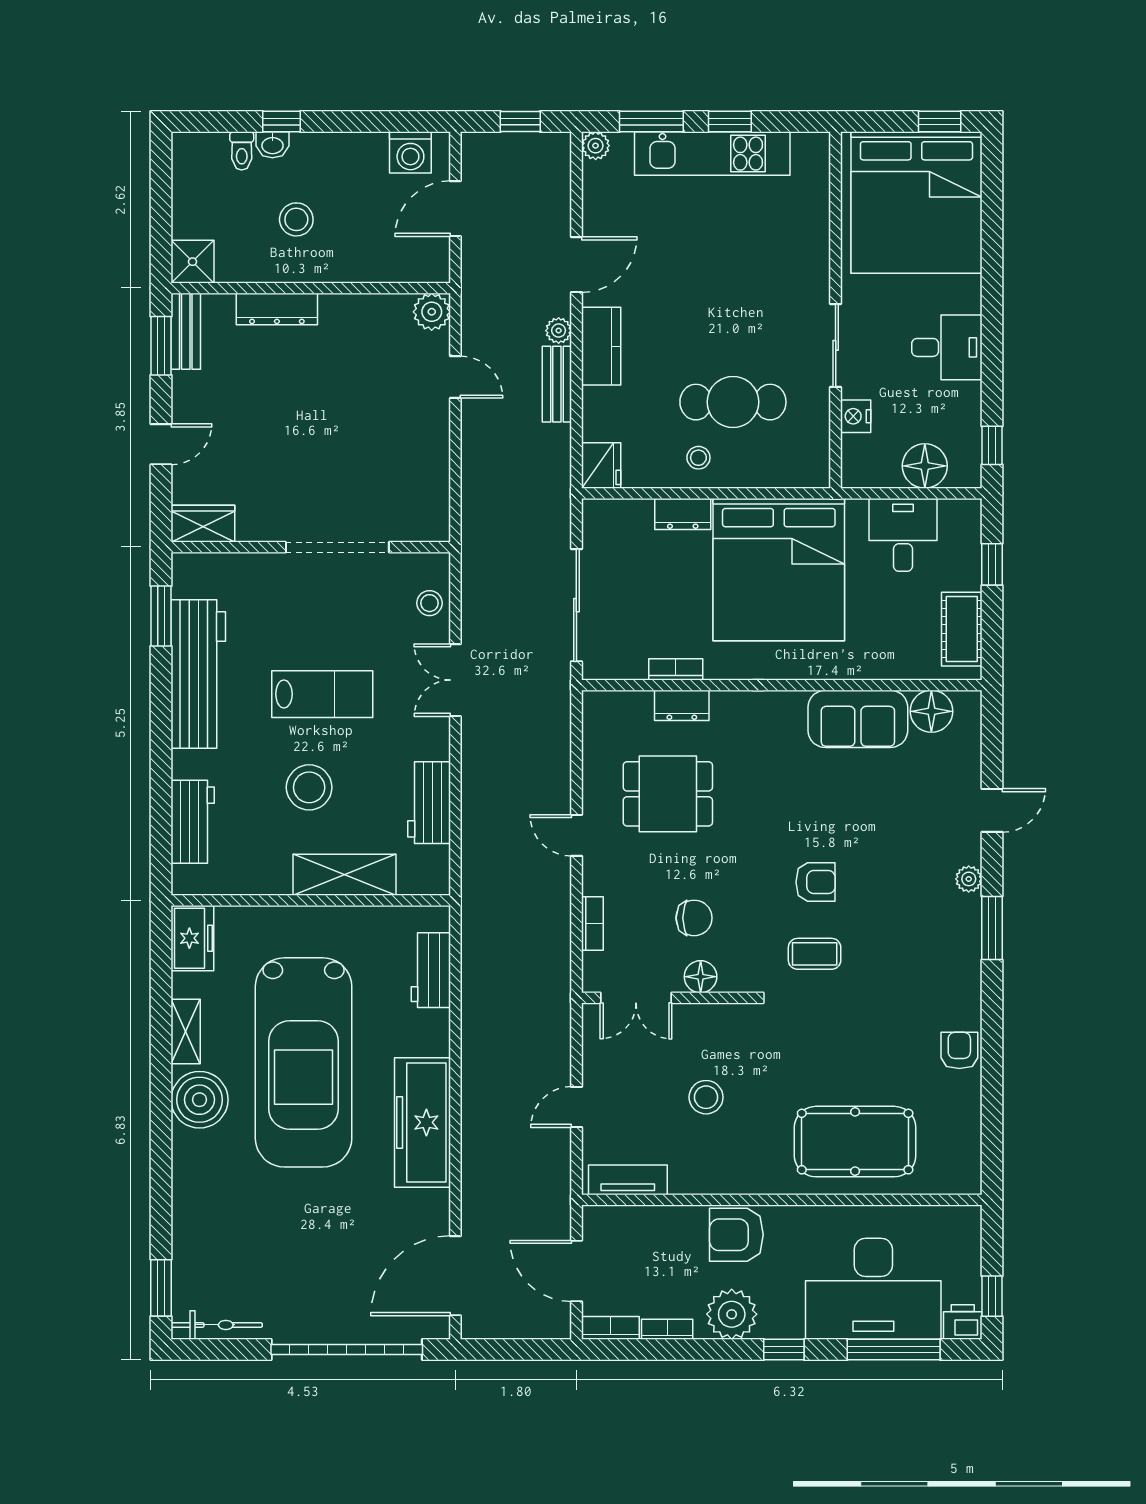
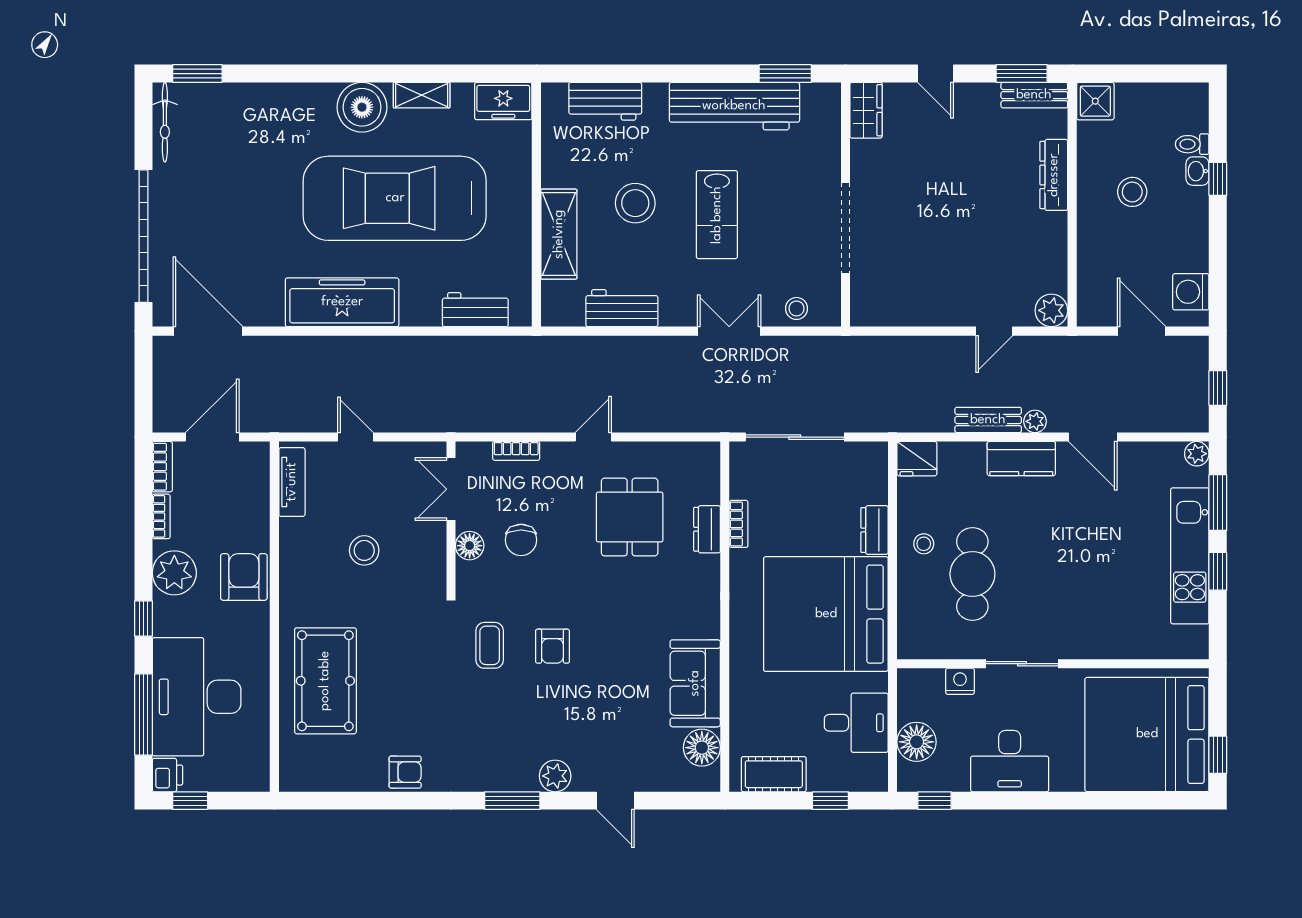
desk: (947, 347) -> (1010, 761), width x1.37
plant: (969, 879) -> (555, 776), width x1.38, depth x1.38

